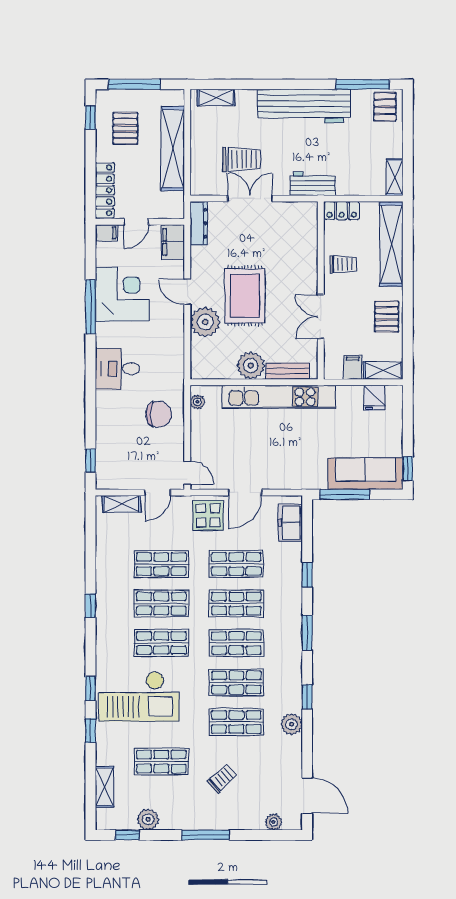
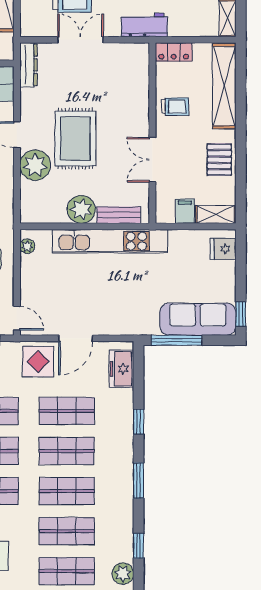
fridge: (374, 398) -> (223, 249), moved, turned 90

